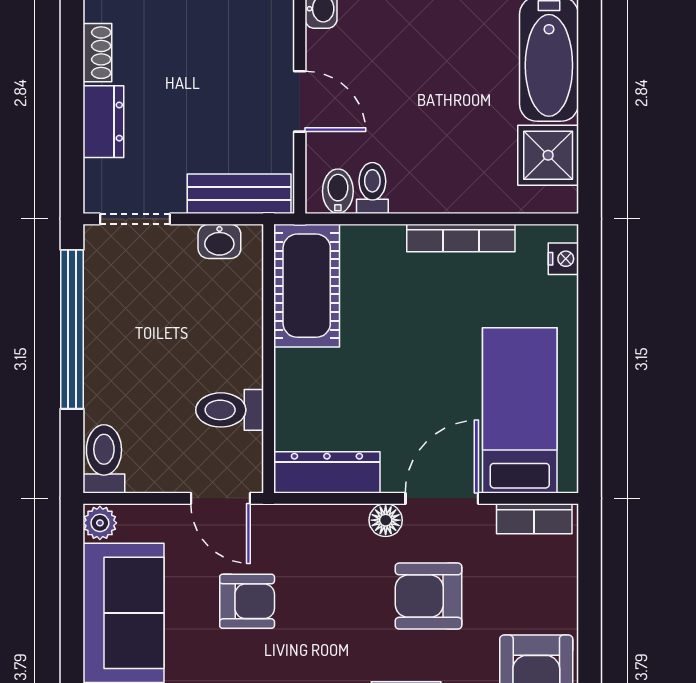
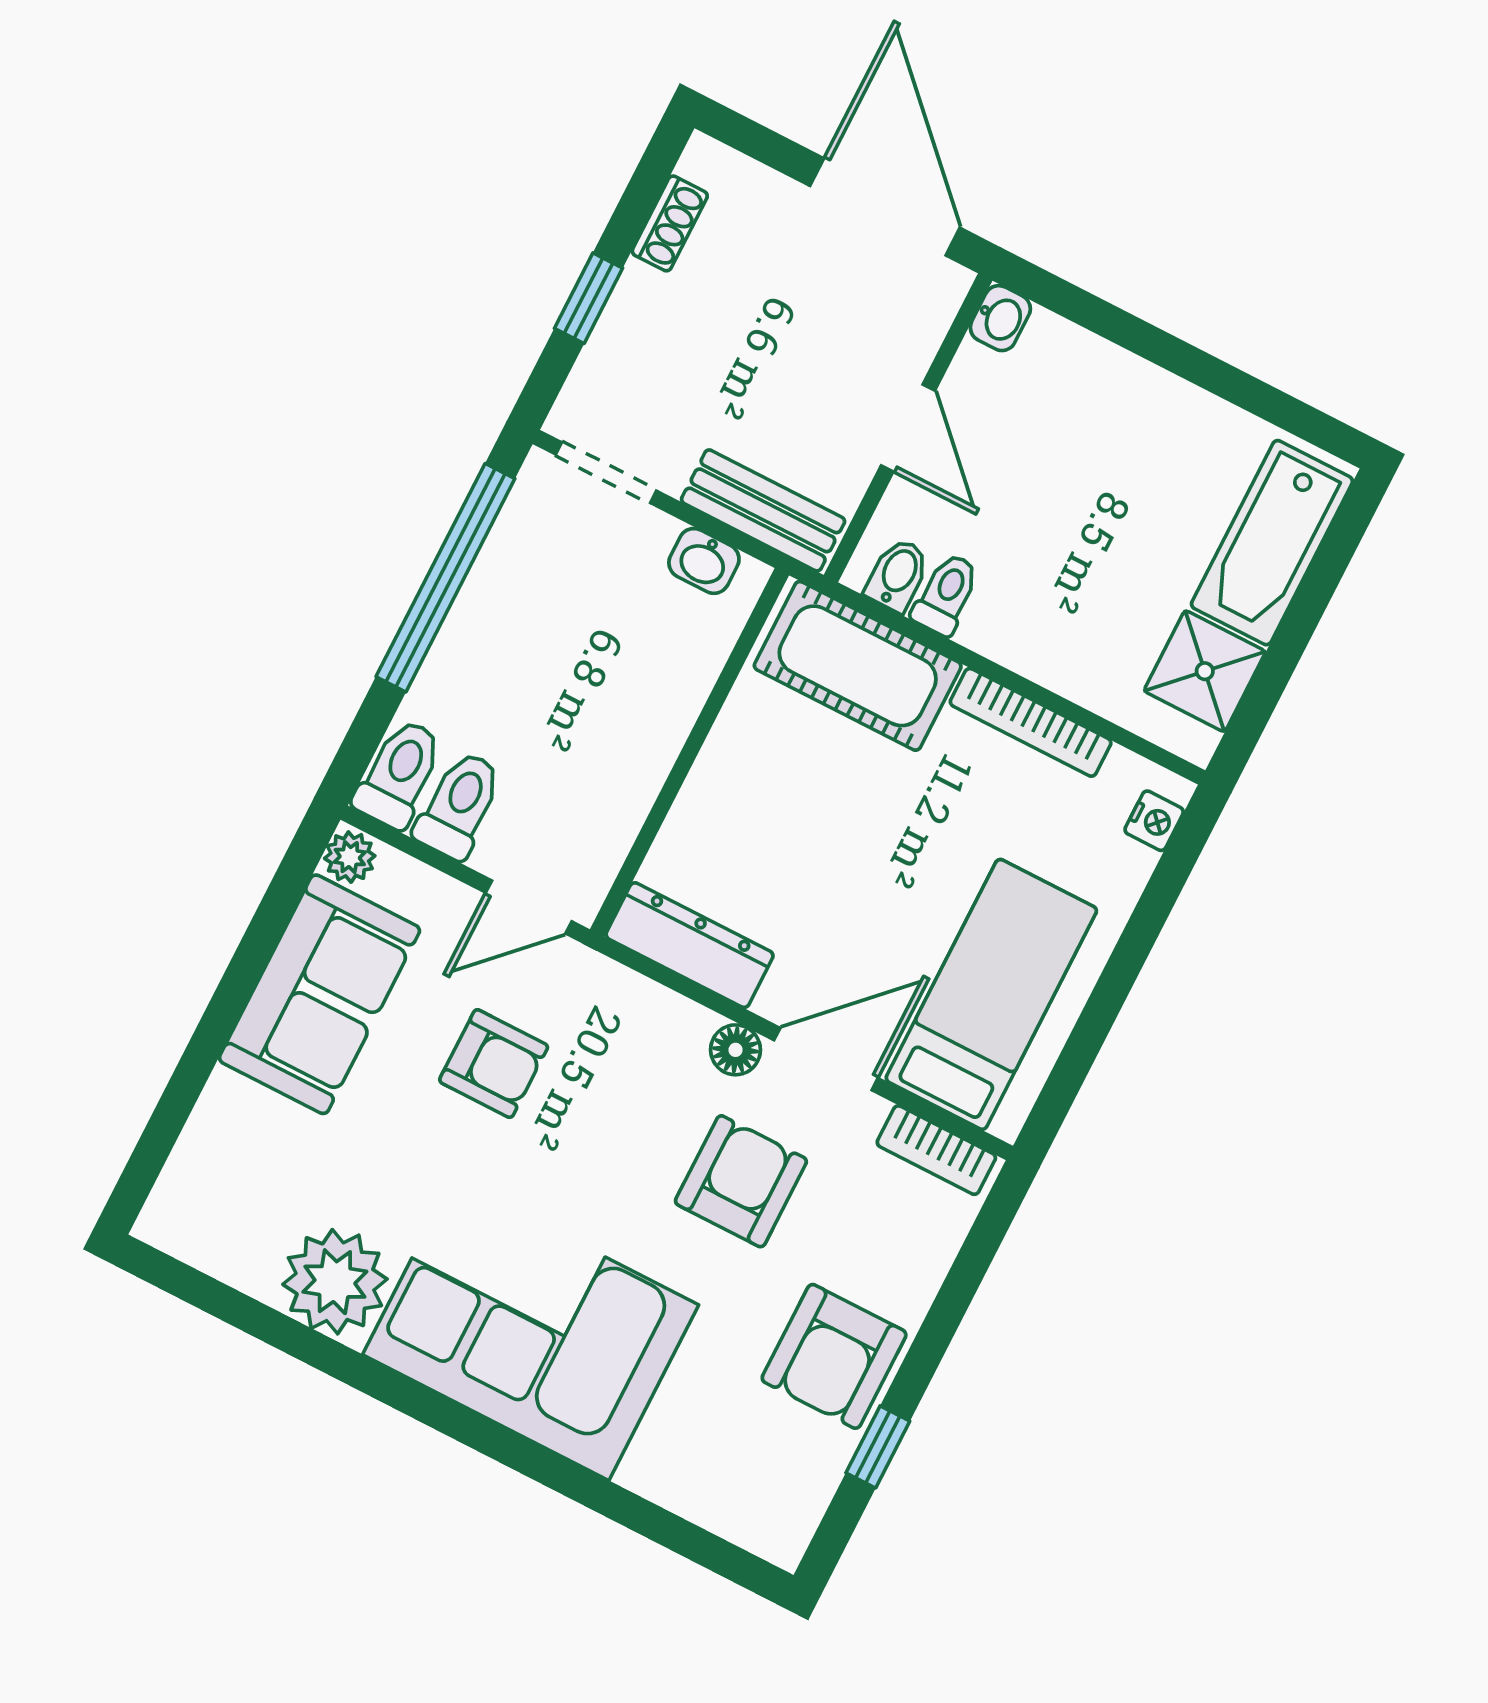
window: (72, 121) -> (588, 298), added
dresser: (103, 122) -> (630, 320), removed
cot: (307, 286) -> (858, 666), moved, turned 90
toilet: (230, 410) -> (459, 805), moved, turned 90
door: (221, 498) -> (529, 907), hinge flipped
armchair: (428, 596) -> (741, 1181), turned 90

